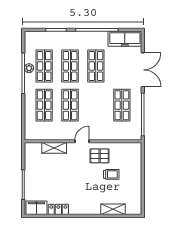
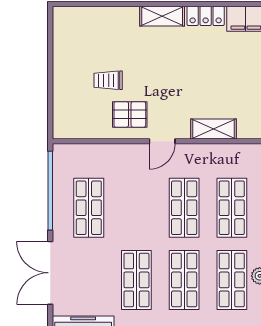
shelving: (113, 209) -> (162, 16), moved

